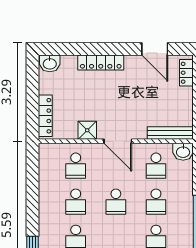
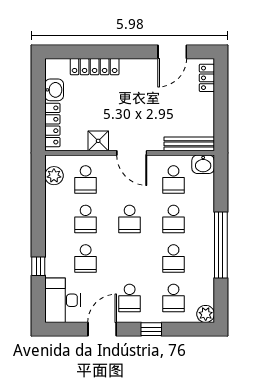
door: (155, 49) -> (172, 52), hinge flipped
locker: (101, 62) -> (95, 67), moved
washbasin: (50, 63) -> (54, 90), moved, turned -90
plant: (47, 162) -> (54, 176), added

